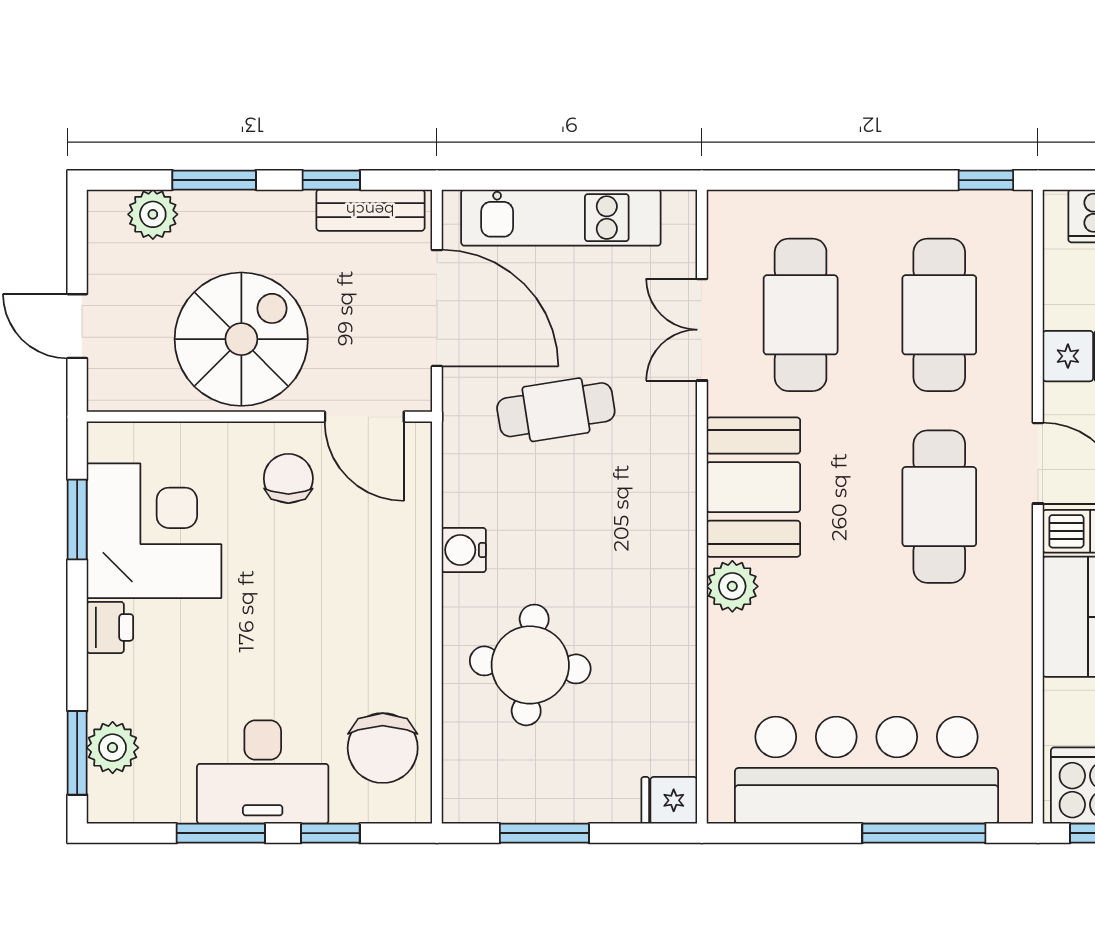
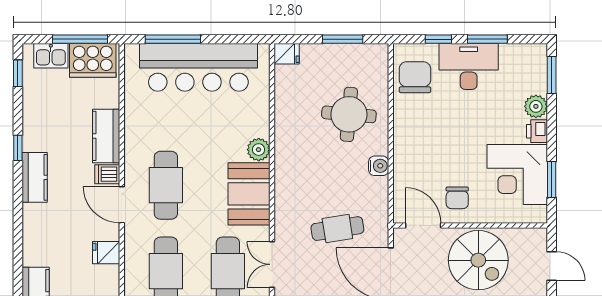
double door: (702, 330) -> (272, 264), swing flipped
spiral stairs: (241, 339) -> (478, 260), turned -90
plant: (113, 748) -> (536, 106), moved

